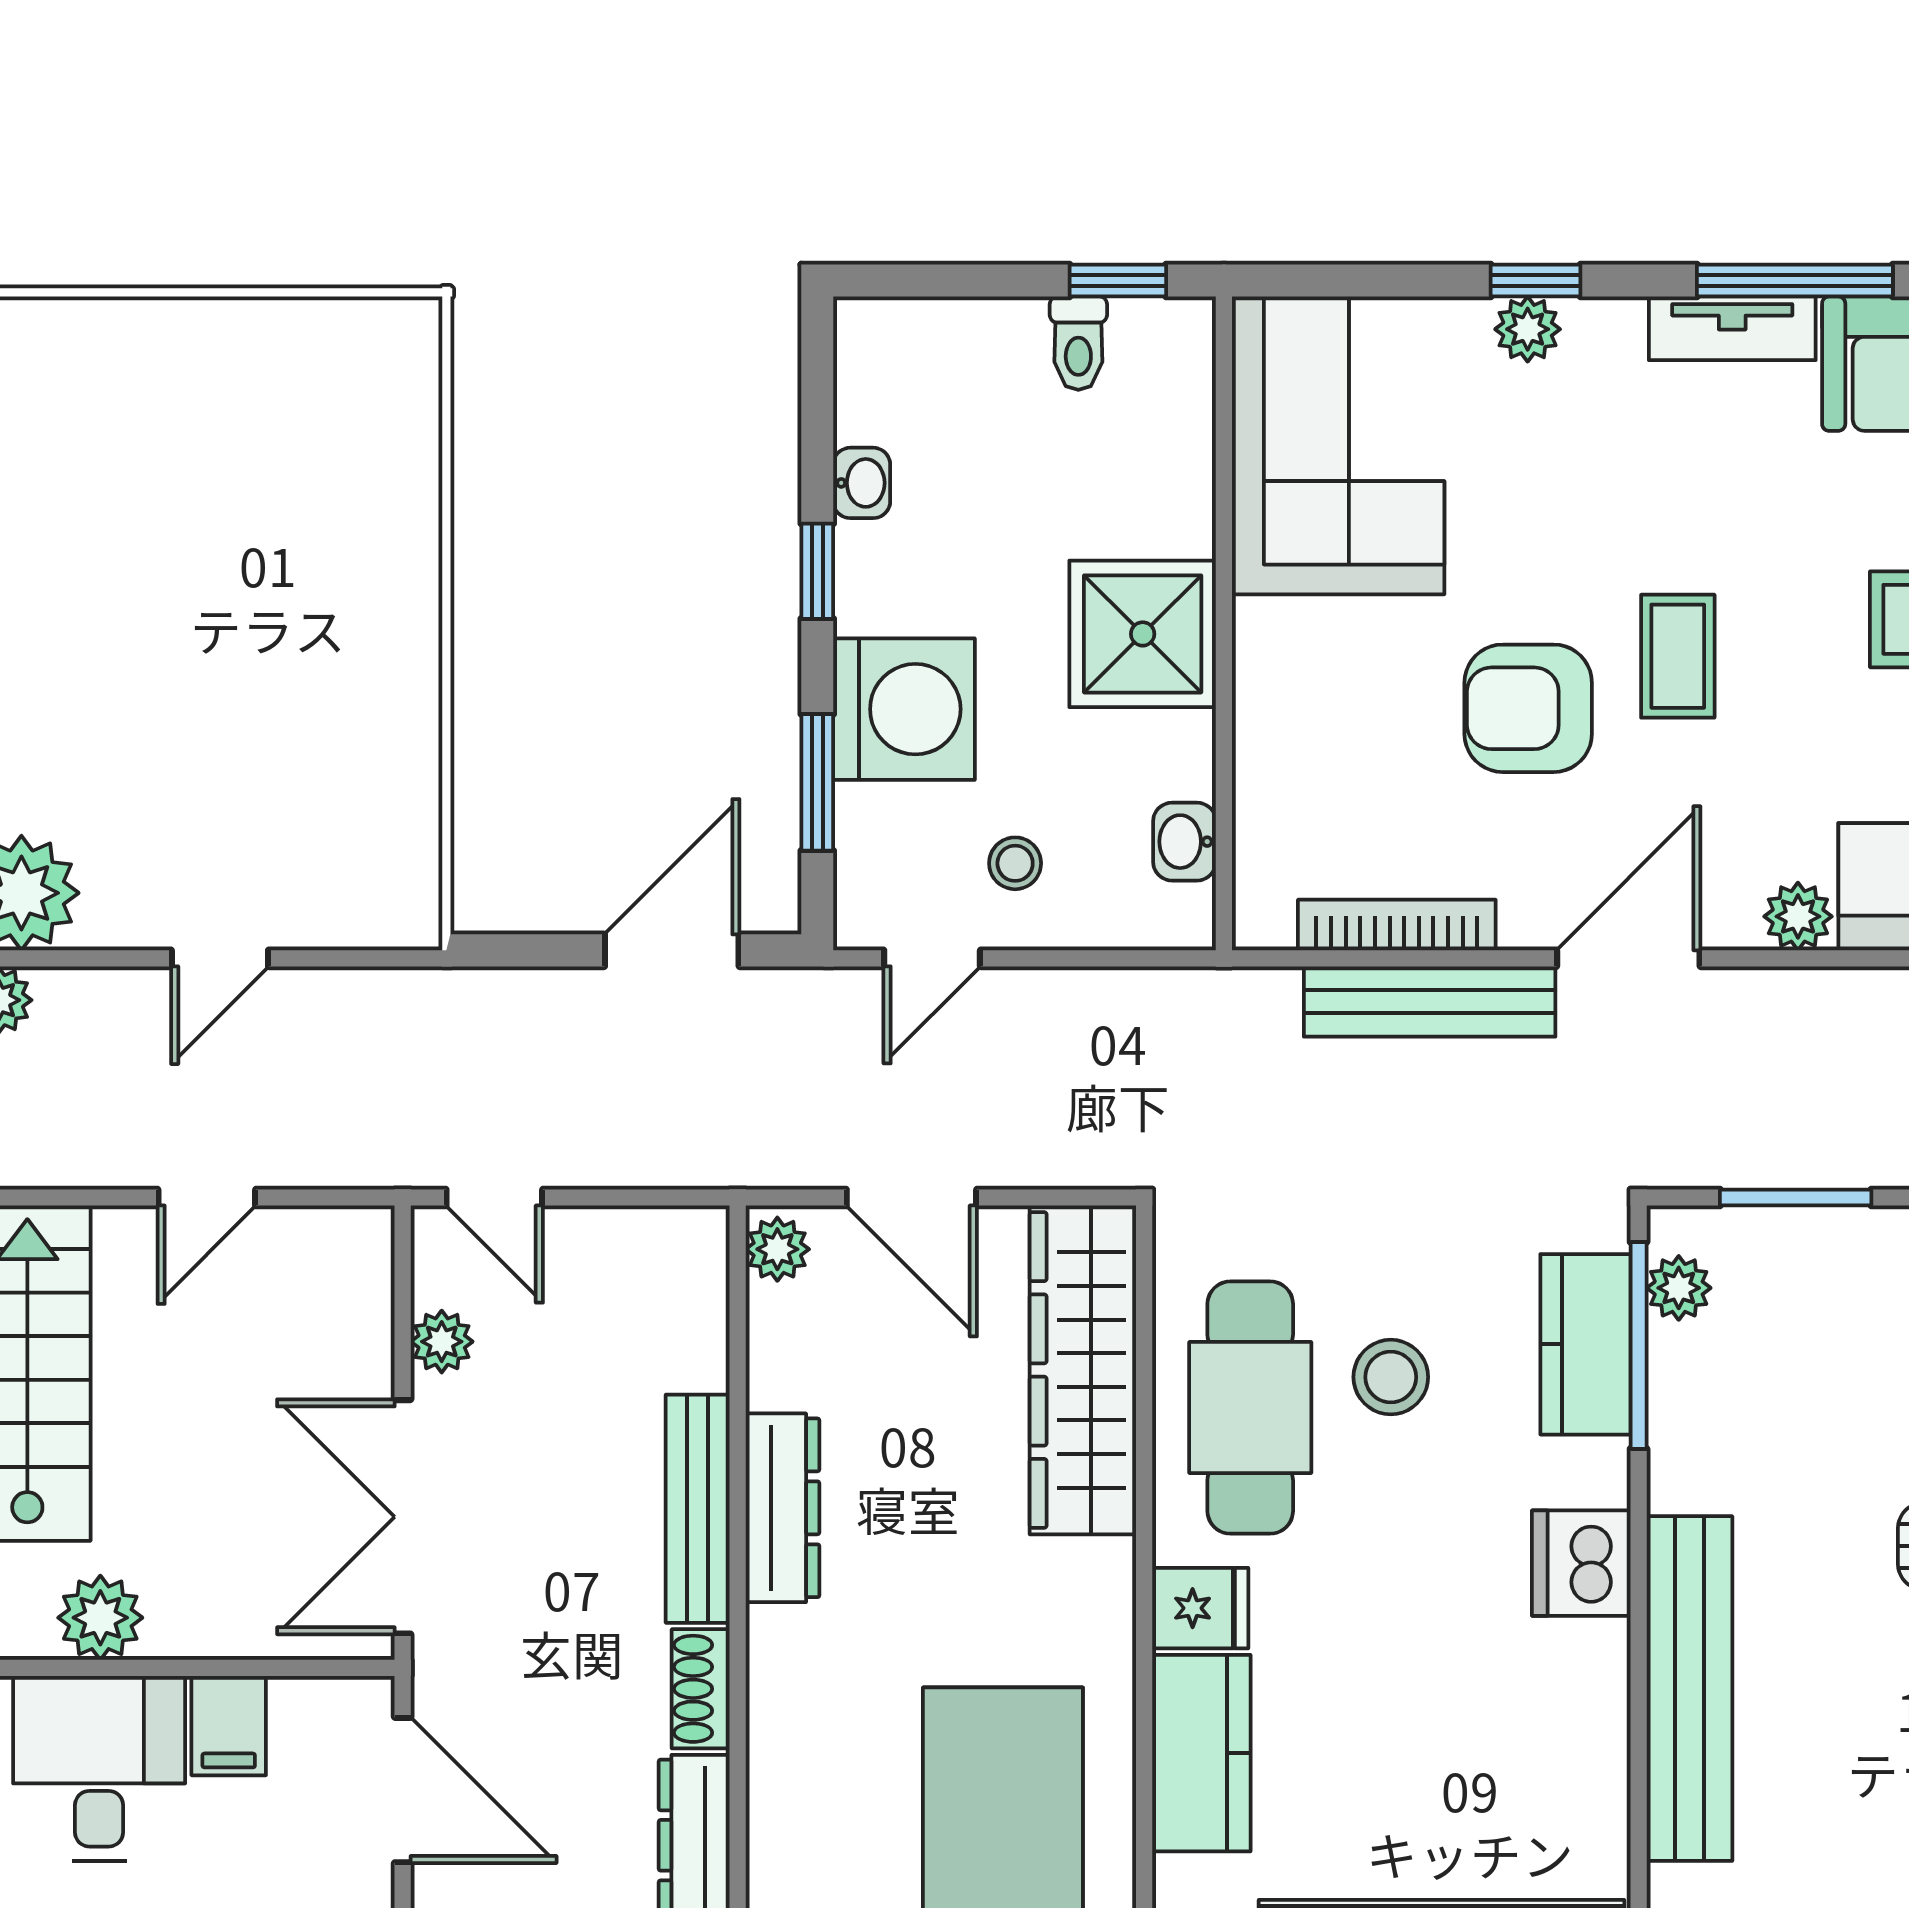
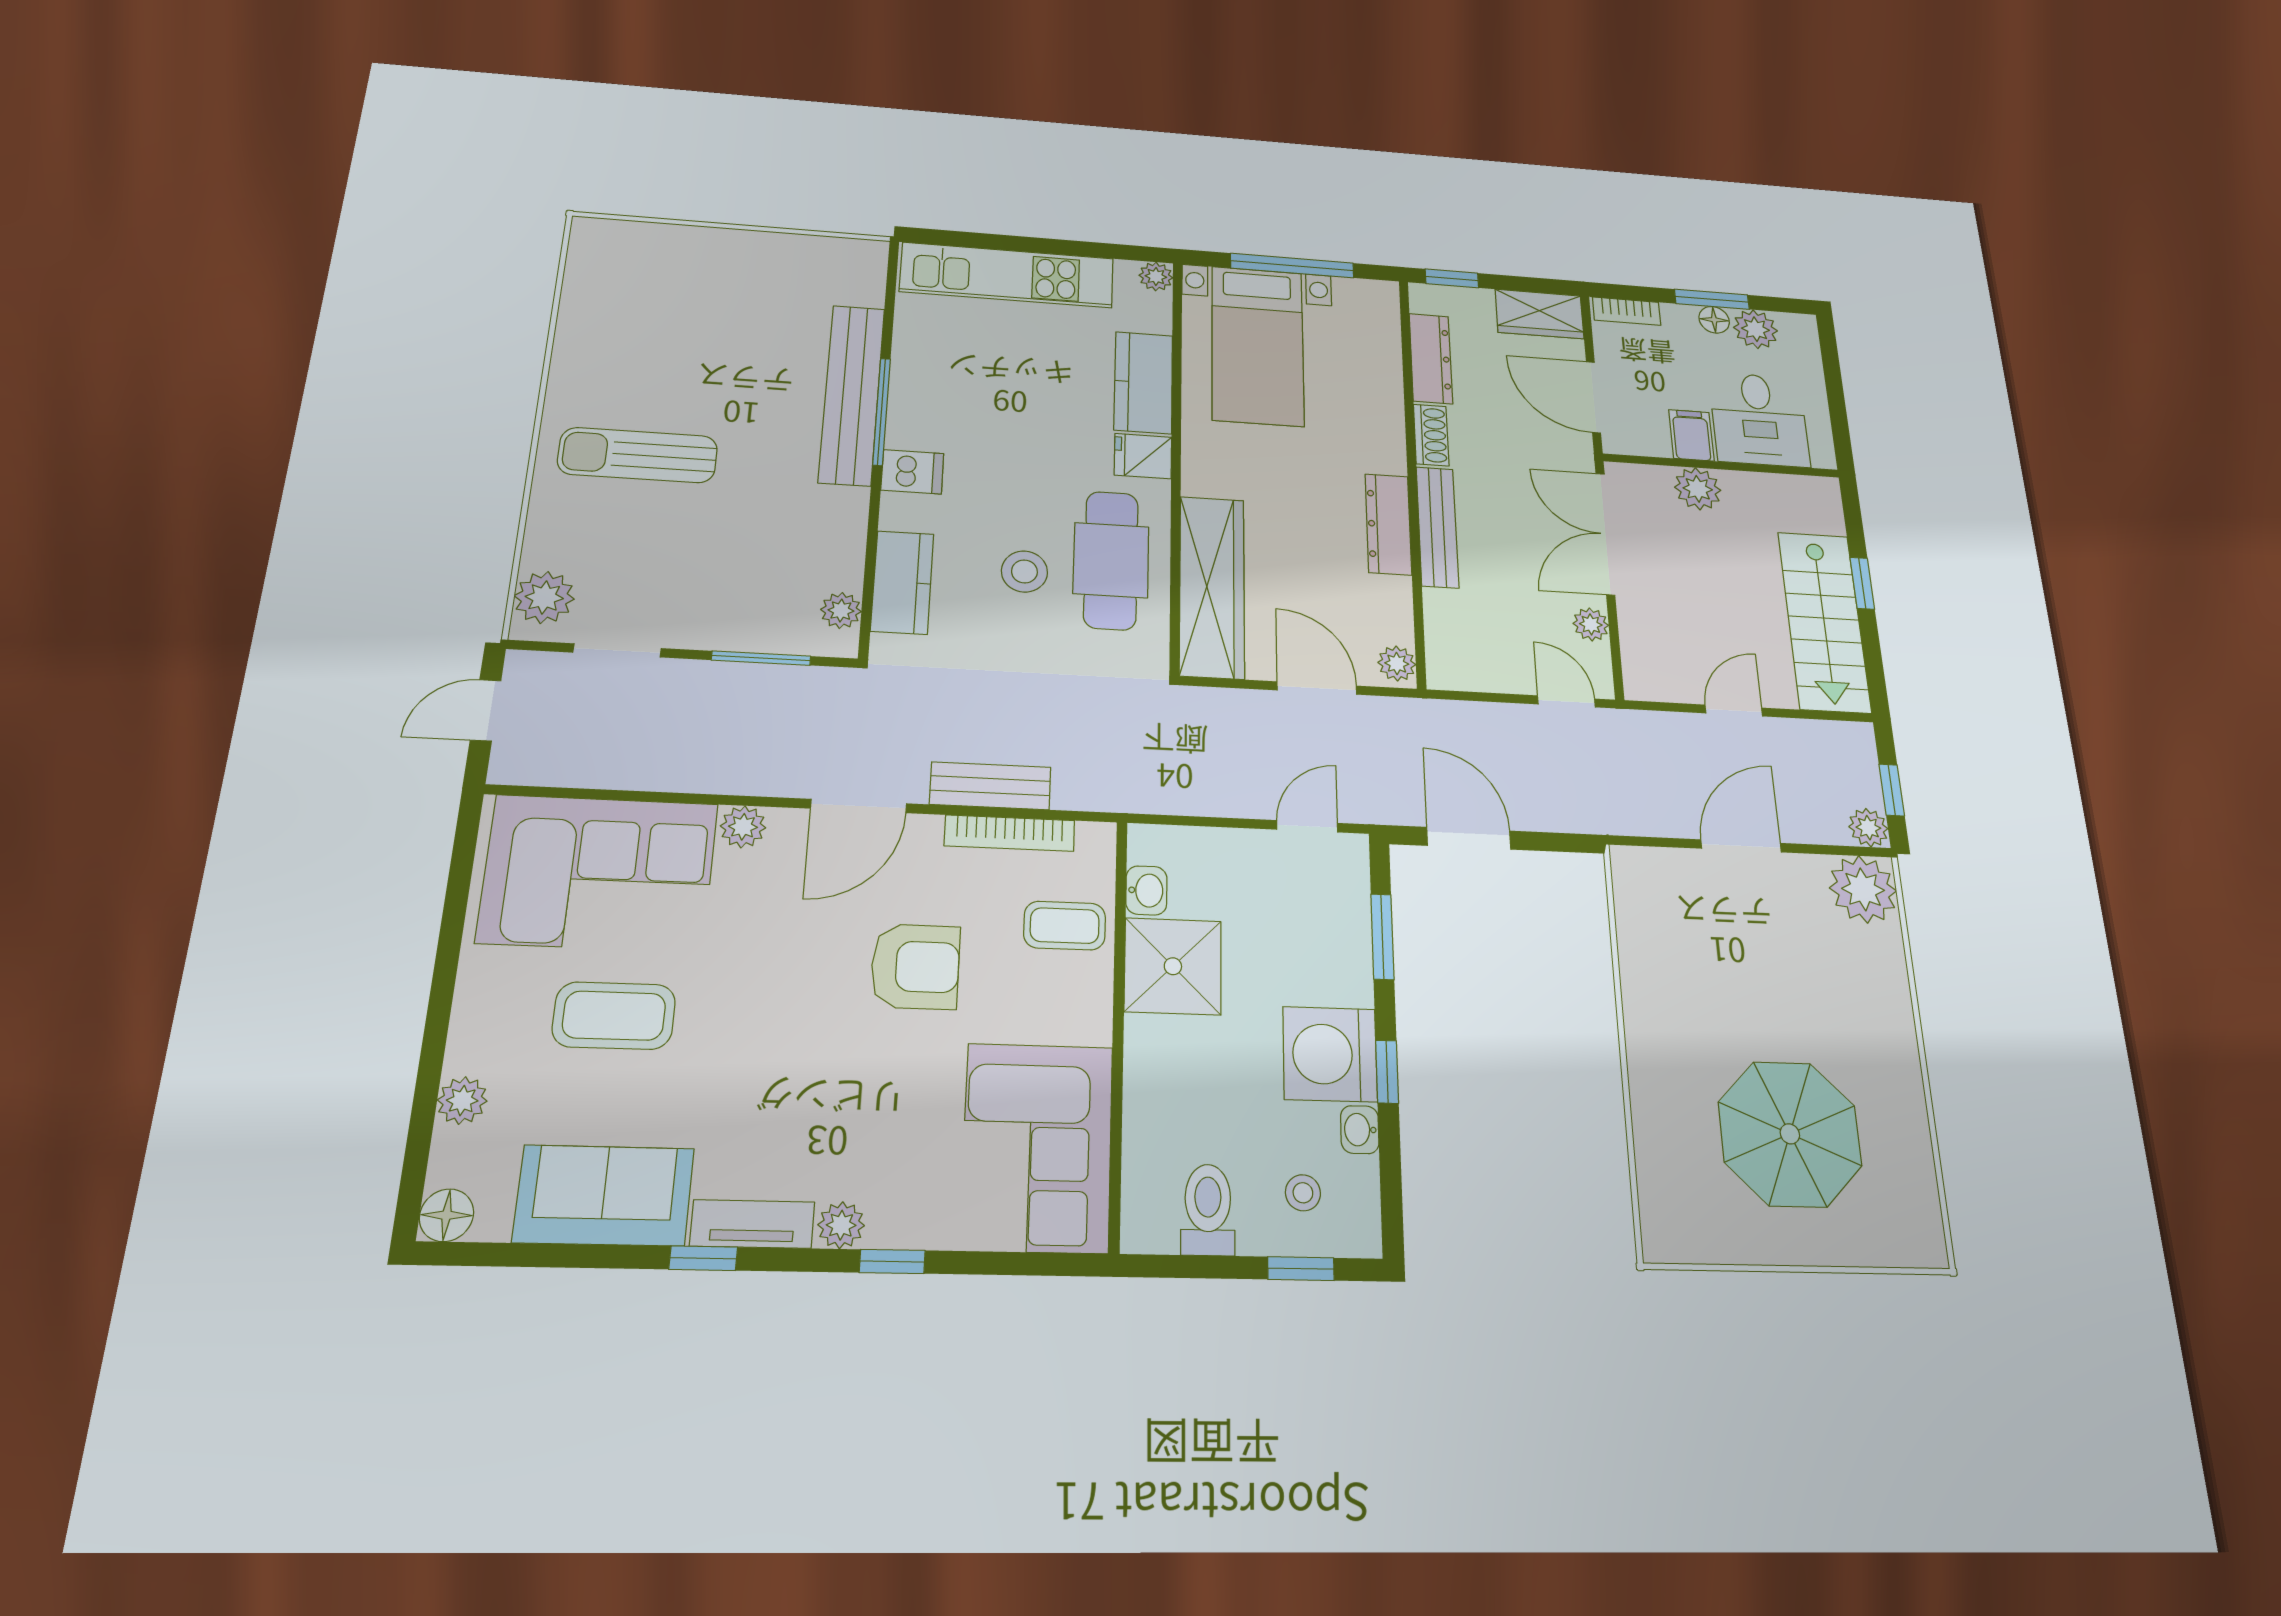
window: (1118, 281) -> (1301, 1269), moved
window: (1795, 281) -> (703, 1258), width x0.46
plant: (1528, 329) -> (841, 1225), moved
toilet: (1078, 343) -> (1208, 1210), width x1.37, depth x1.39
parasol: (192, 494) -> (1790, 1134), added
shower: (1143, 634) -> (1173, 966), moved
coffee table: (1678, 656) -> (1065, 926), moved, turned 90
washing machine: (904, 709) -> (1330, 1054), moved
stool: (1015, 863) -> (1303, 1193), moved
door: (672, 950) -> (1469, 838), swing flipped
door: (220, 958) -> (1741, 846), width x1.37
bench: (1430, 1002) -> (990, 786), width x0.73
window: (1639, 1345) -> (882, 412), moved
double door: (403, 1517) -> (1605, 534), swing flipped
dishwasher: (1581, 1563) -> (912, 472), width x0.73
plant: (100, 1618) -> (1698, 489), moved

